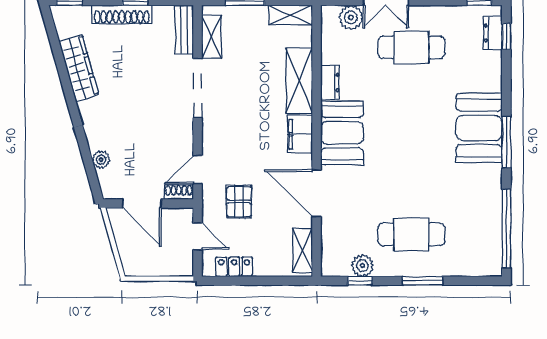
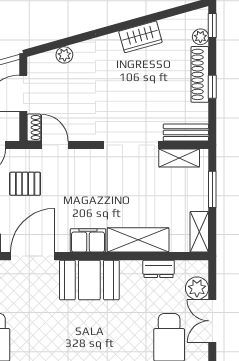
plant: (82, 14) -> (200, 37), added
wardrobe: (79, 68) -> (140, 37), width x0.67
dresser: (330, 83) -> (159, 269), moved

